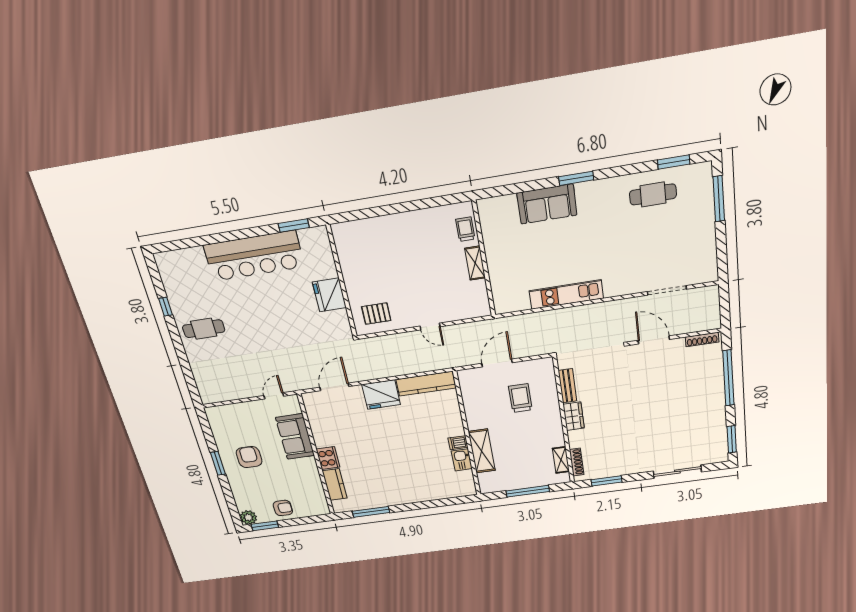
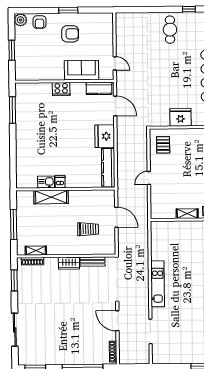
kitchen unit: (566, 295) -> (158, 284), moved
door: (654, 340) -> (117, 321), swing flipped
kitchen counter: (335, 484) -> (99, 88), moved
armchair: (283, 508) -> (40, 22), moved
window: (265, 526) -> (12, 50), moved

